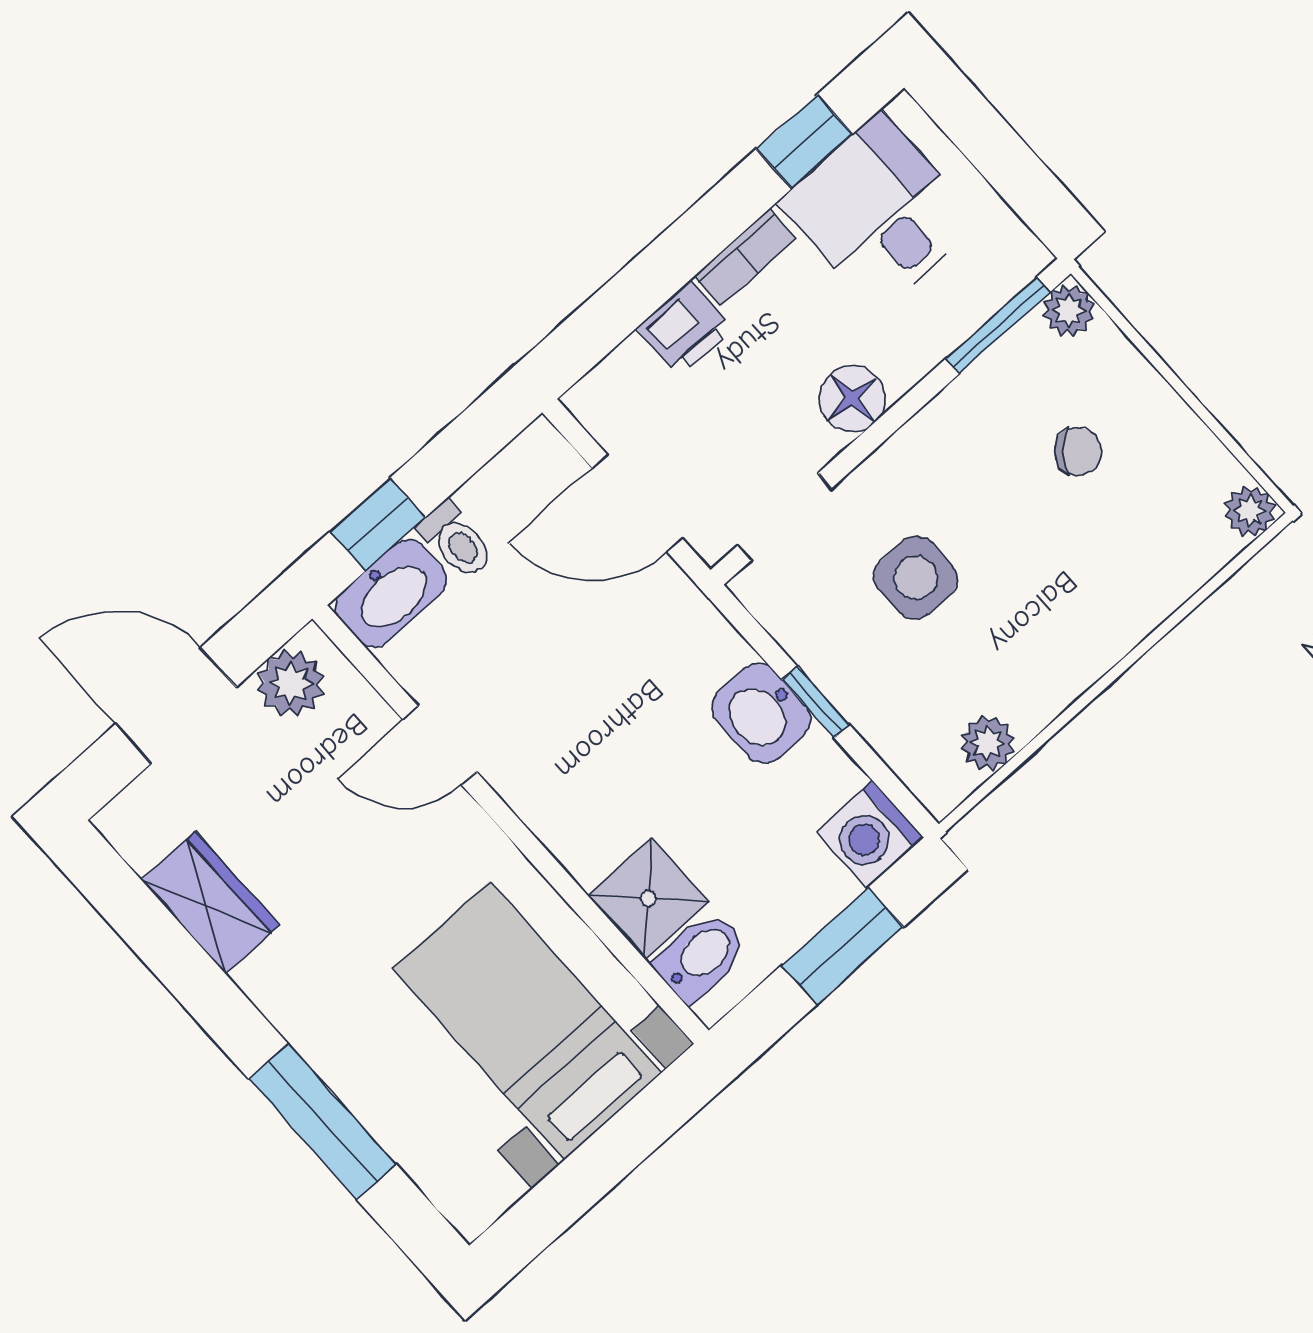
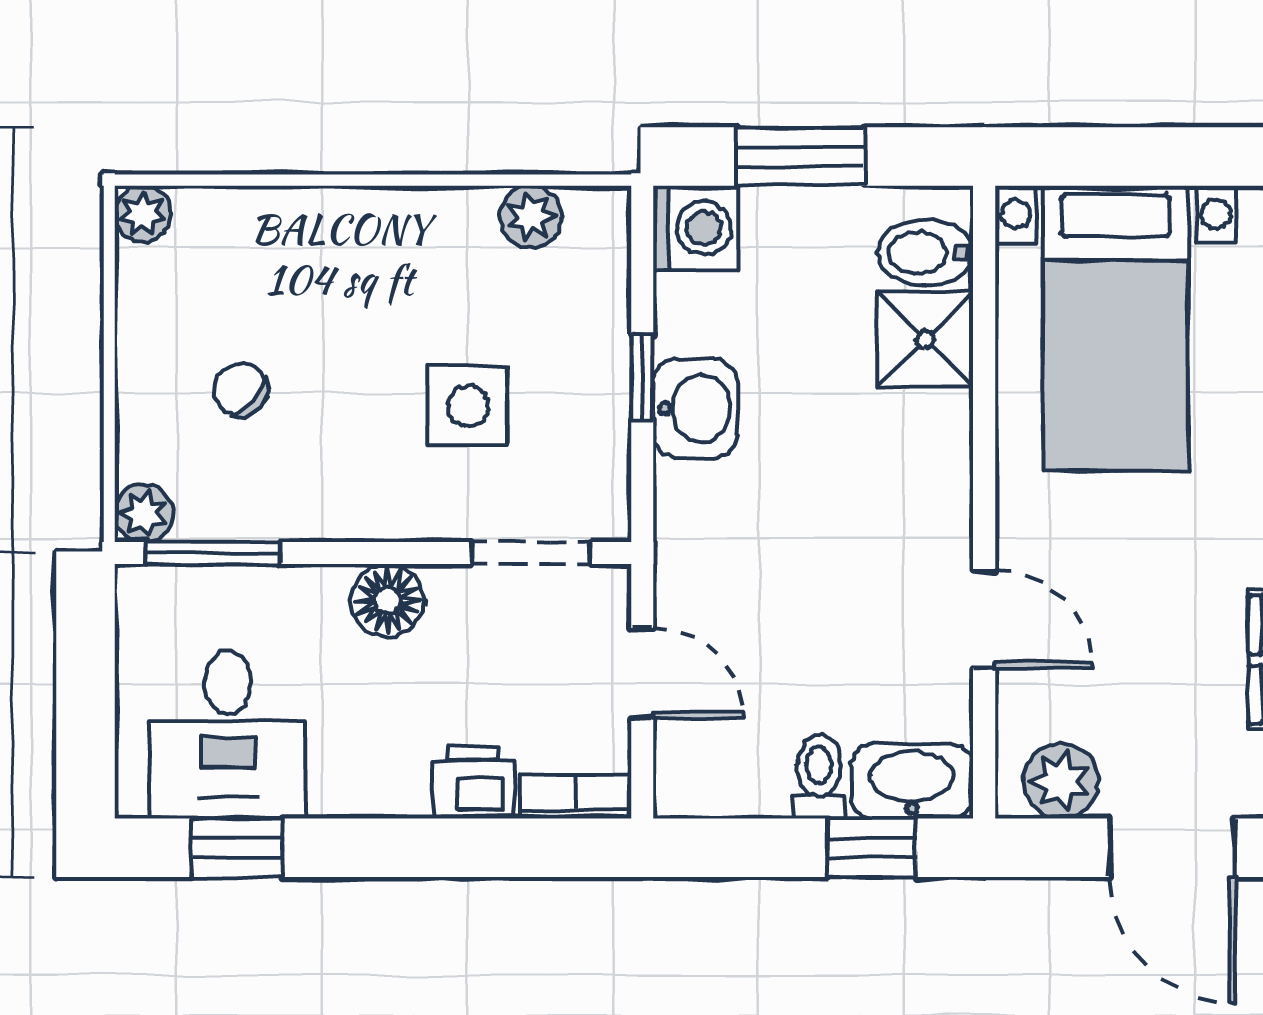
bookcase: (745, 257) -> (575, 796), moved
door: (637, 503) -> (642, 673), width x0.73

